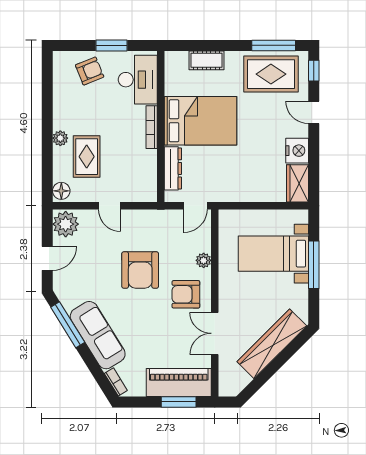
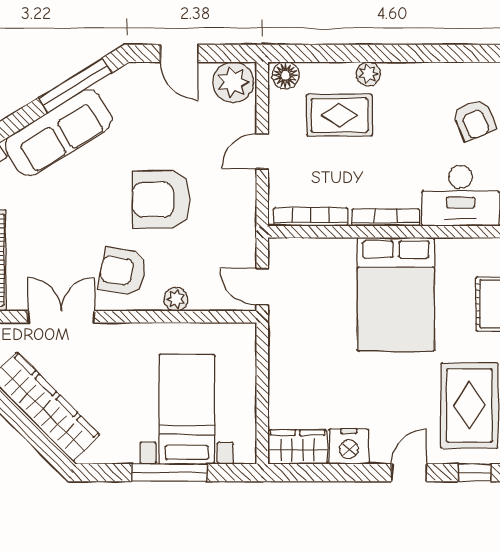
dresser: (173, 168) -> (321, 251), removed
bookcase: (151, 175) -> (311, 217), added
armchair: (186, 294) -> (123, 272), turned -80

